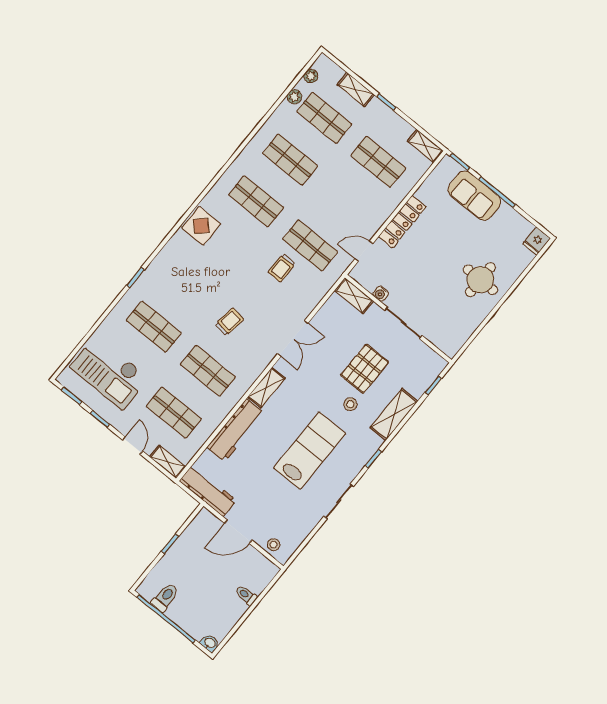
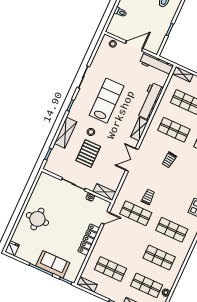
lab bench: (310, 451) -> (107, 101), turned 180

